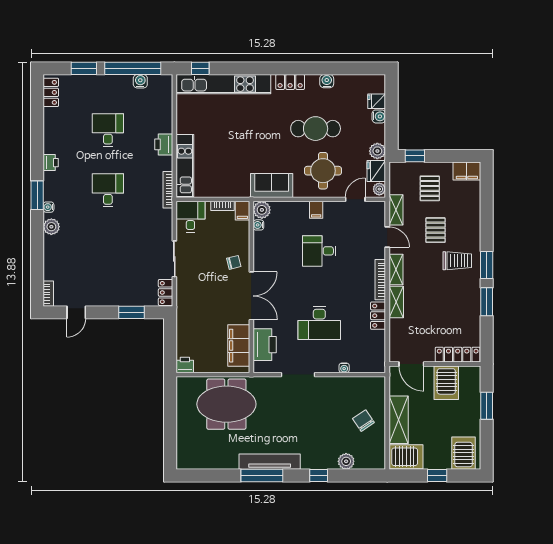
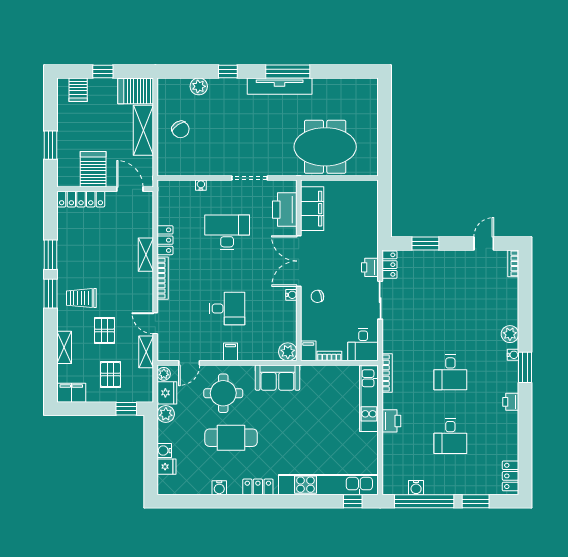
water cooler: (258, 225) -> (291, 295), moved
shelving: (396, 270) -> (64, 347), moved
printer: (185, 365) -> (370, 267), moved, turned 90
server rack: (464, 453) -> (78, 90), width x0.73, depth x0.70

